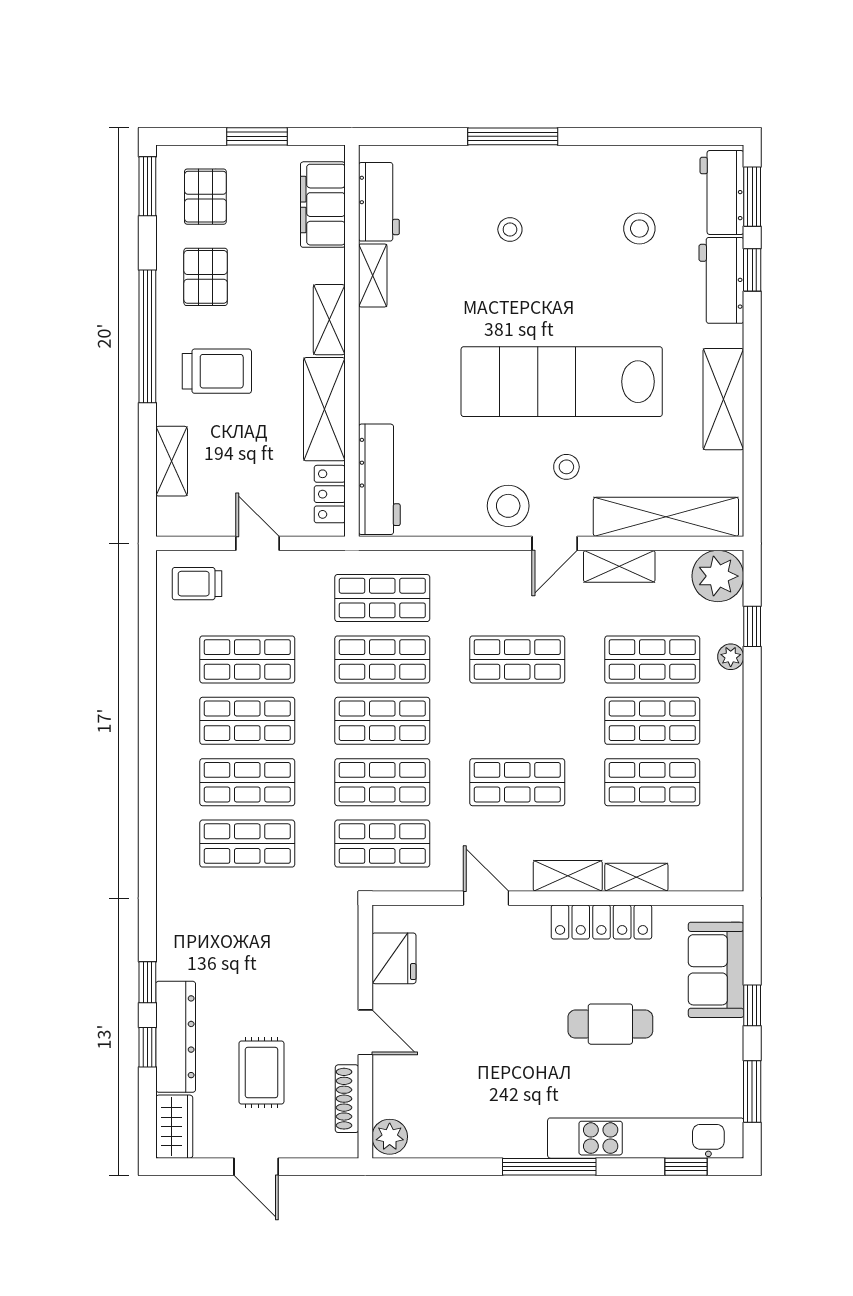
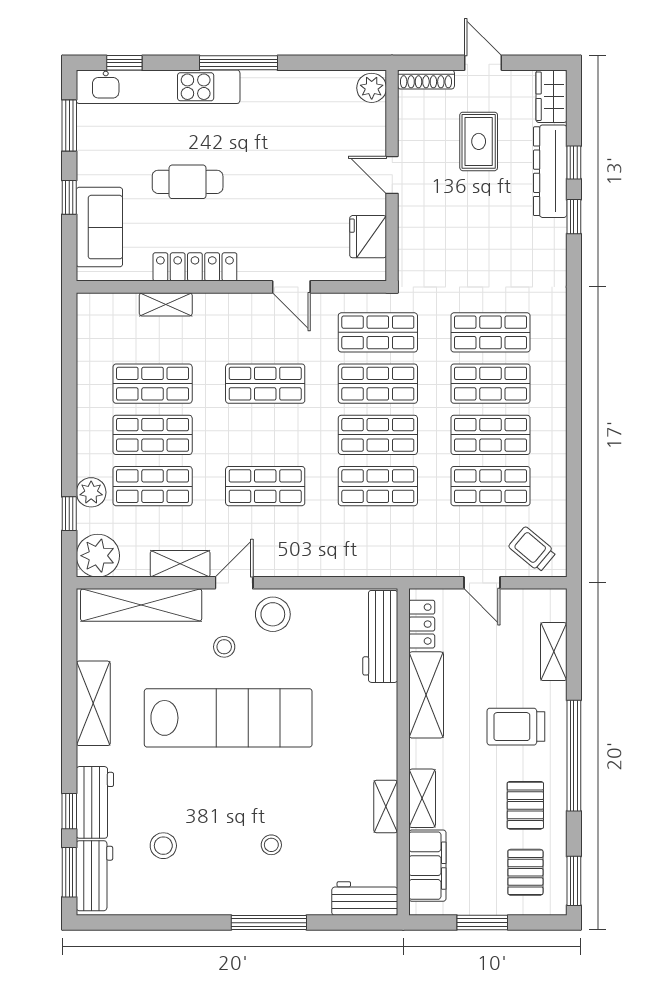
workbench: (379, 202) -> (365, 898), moved, turned 90
shelving: (329, 320) -> (422, 798), moved
trolley: (197, 584) -> (532, 549), turned -140
shop shelf: (382, 598) -> (378, 537), removed
plant: (731, 657) -> (91, 492), width x1.38, depth x1.38
shelving: (568, 876) -> (223, 305), removed
shoe rack: (347, 1099) -> (426, 79), moved, turned 90

